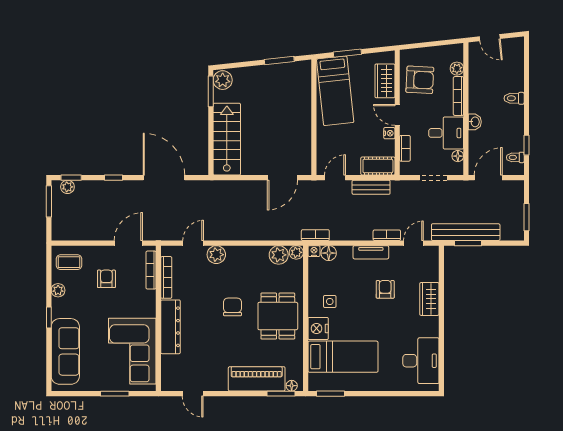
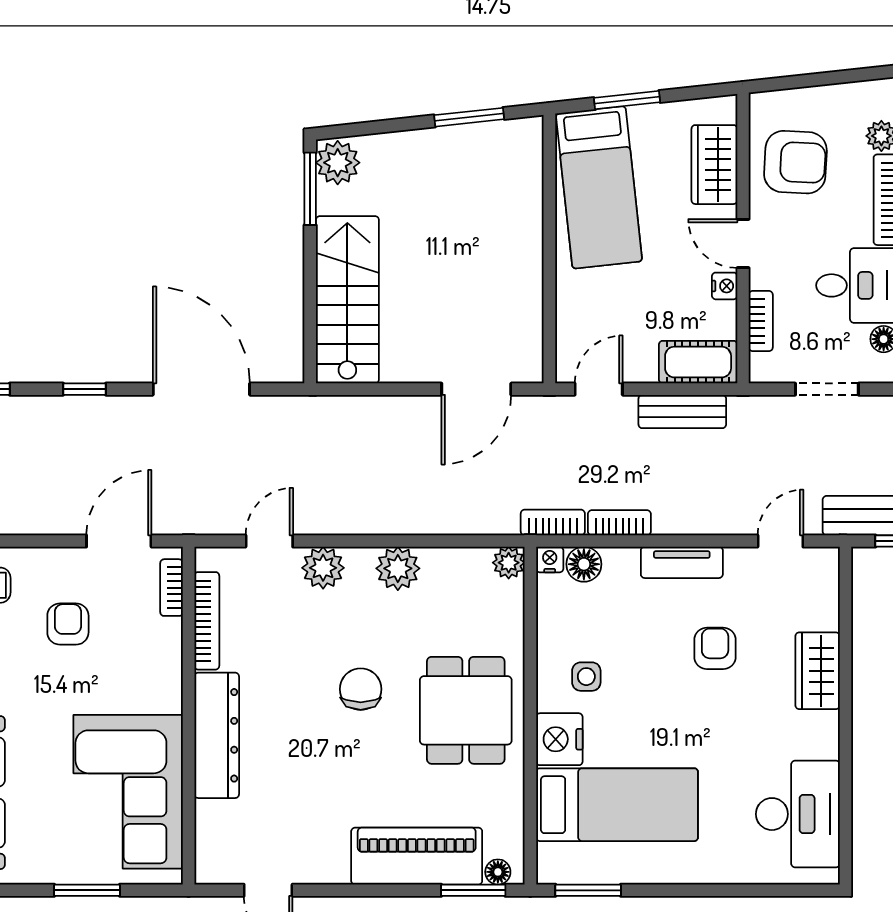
bookcase: (387, 235) -> (619, 523), moved
plant: (279, 255) -> (398, 568), moved
bookcase: (151, 270) -> (172, 588), width x0.64

